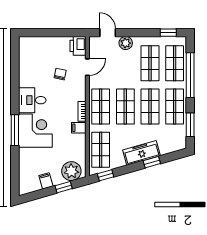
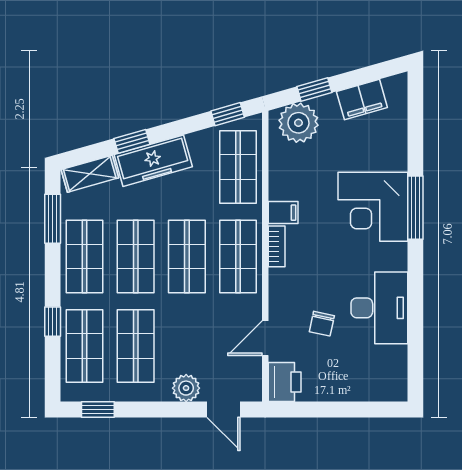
window: (190, 75) -> (53, 322), width x0.32
desk: (32, 100) -> (379, 308), moved, width x1.37
shelving: (172, 147) -> (90, 174), added
filing cabinet: (46, 181) -> (362, 100), width x2.00

